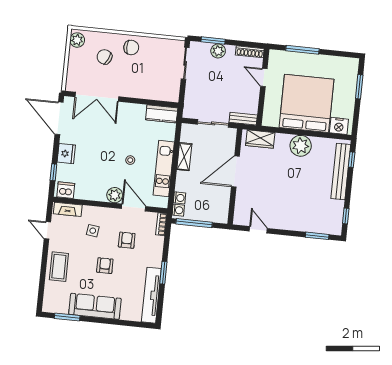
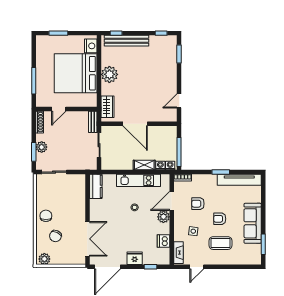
shelving: (184, 157) -> (144, 165), moved
dishwasher: (66, 190) -> (164, 241), moved
coffee table: (59, 267) -> (221, 243), moved

